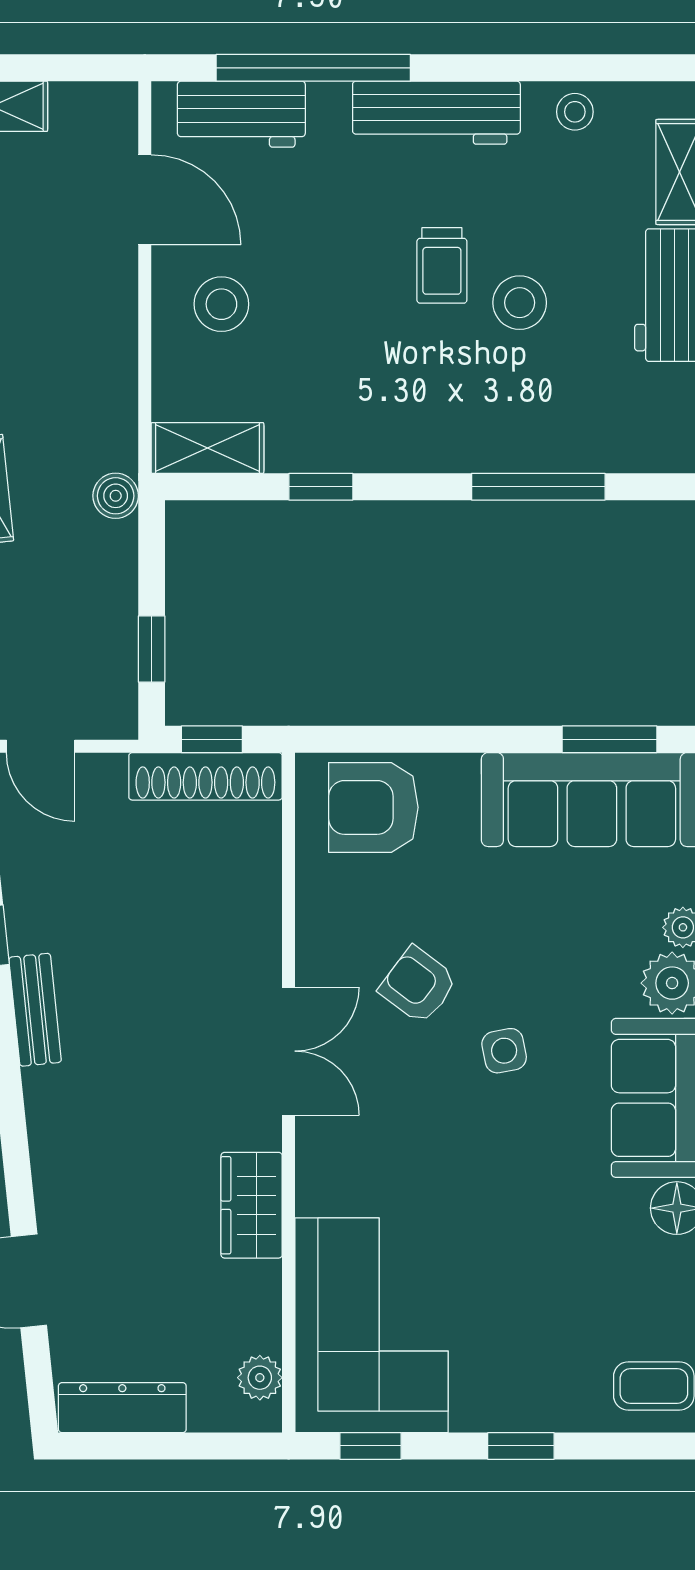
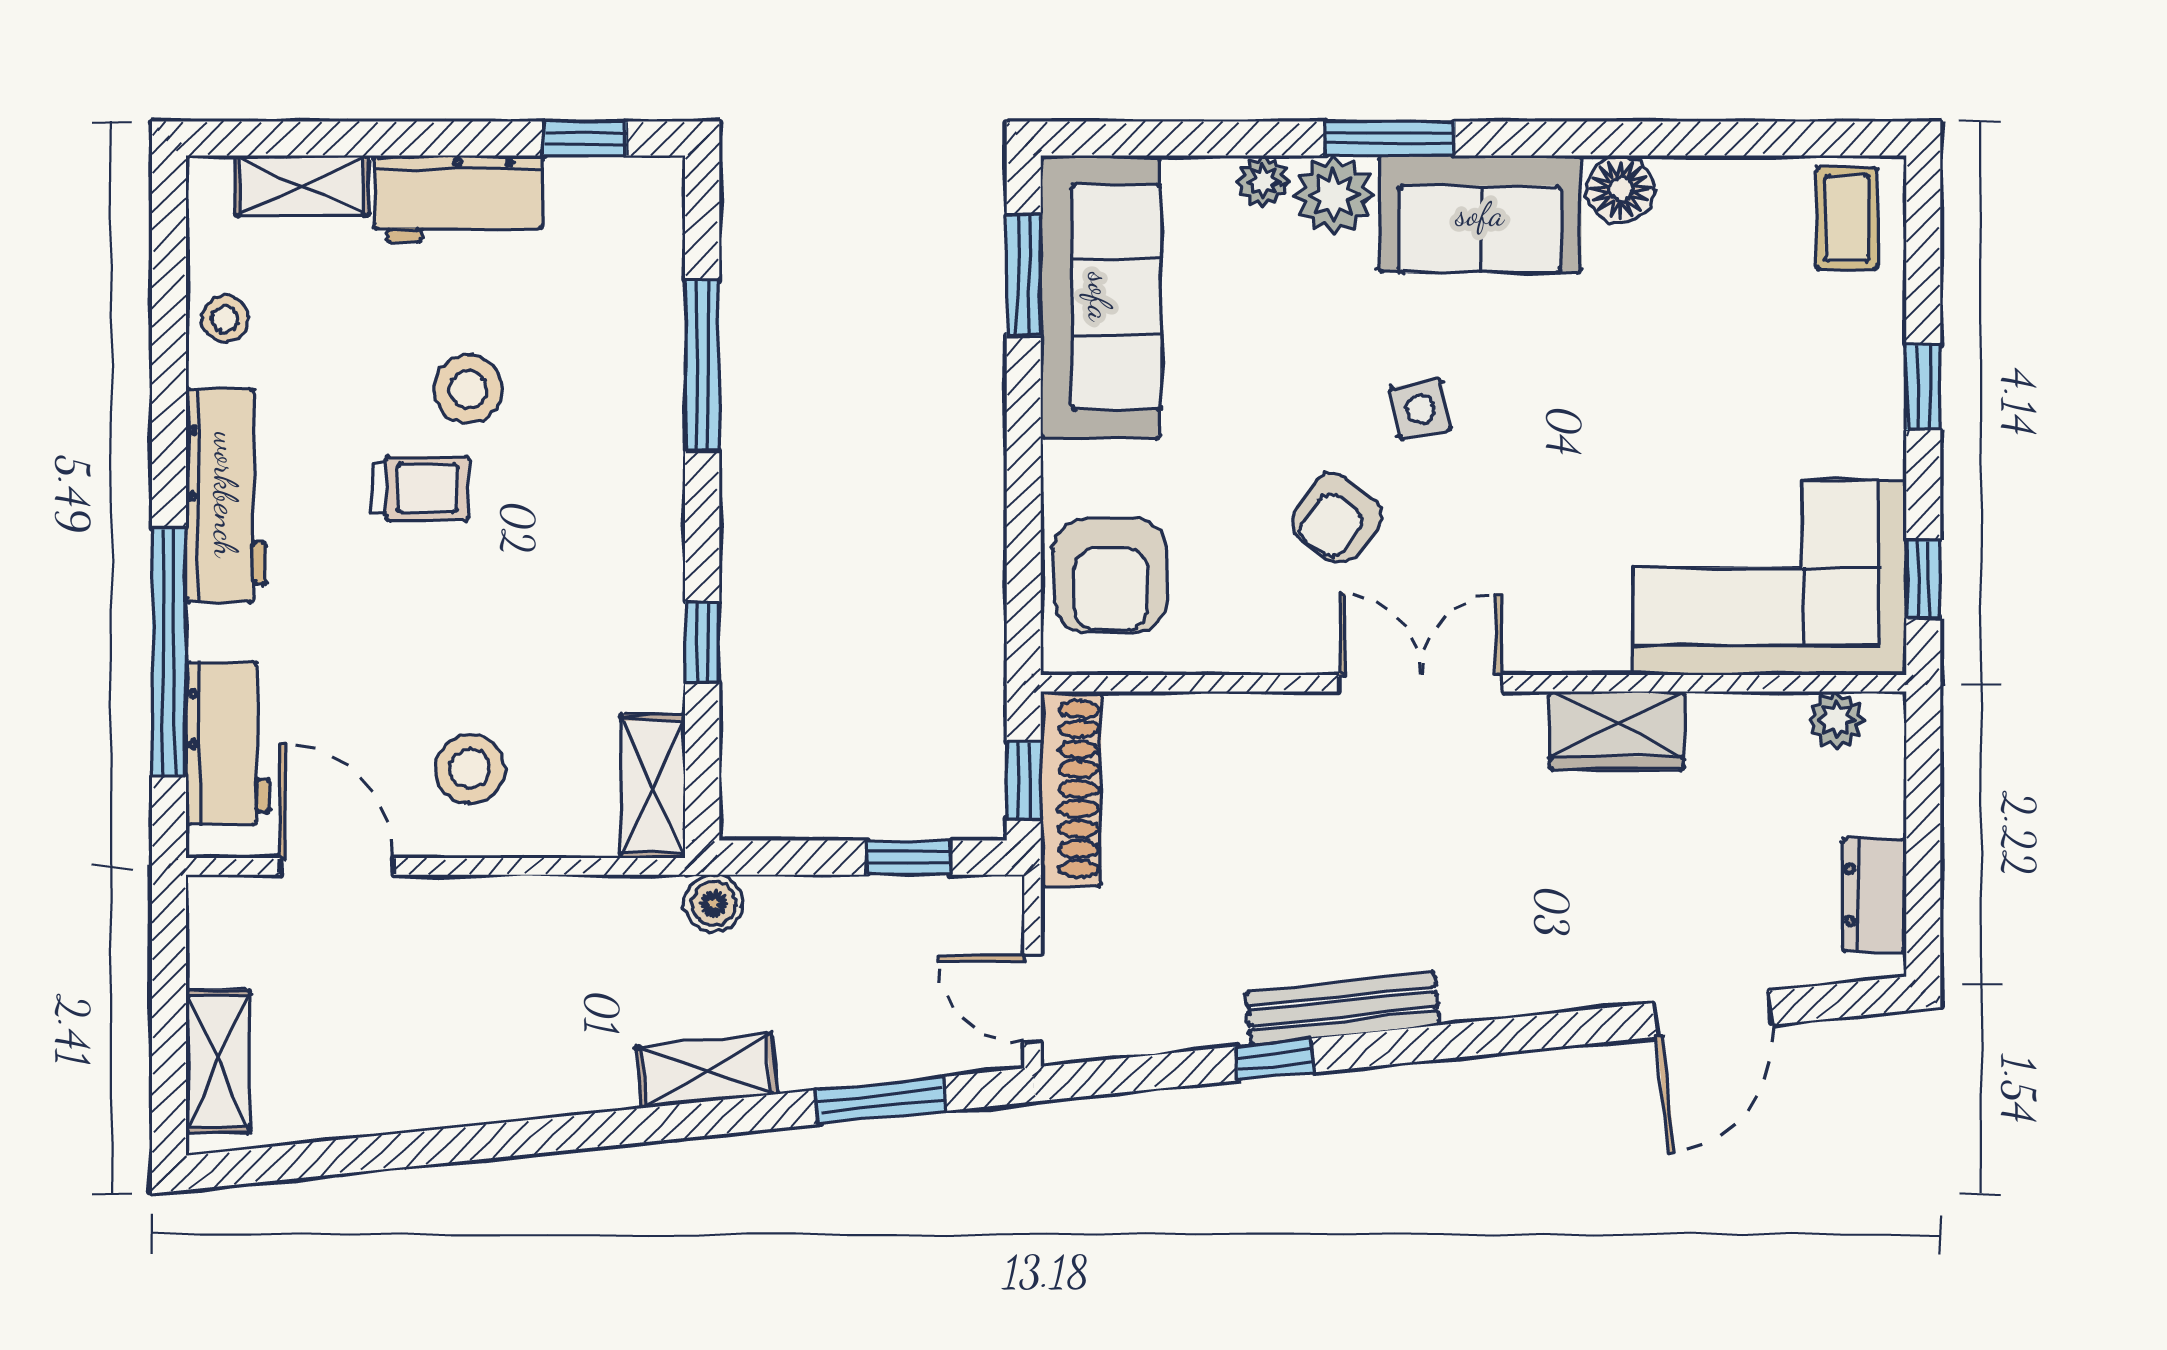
door: (145, 200) -> (337, 866), hinge flipped
door: (41, 746) -> (1033, 999), swing flipped
bench: (35, 1010) -> (1343, 1009), width x1.36
dresser: (122, 1408) -> (1874, 895), width x0.70

